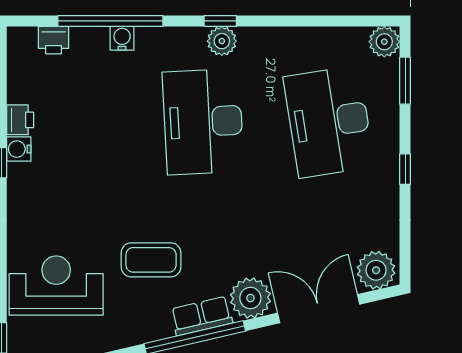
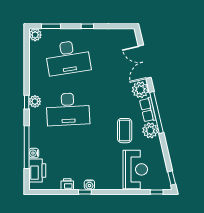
water cooler: (122, 38) -> (34, 153), moved
printer: (54, 40) -> (37, 170), width x1.87, depth x1.48
water cooler: (19, 149) -> (89, 185), moved
plant: (376, 270) -> (150, 130), moved
reception desk: (56, 286) -> (135, 169), turned 180

